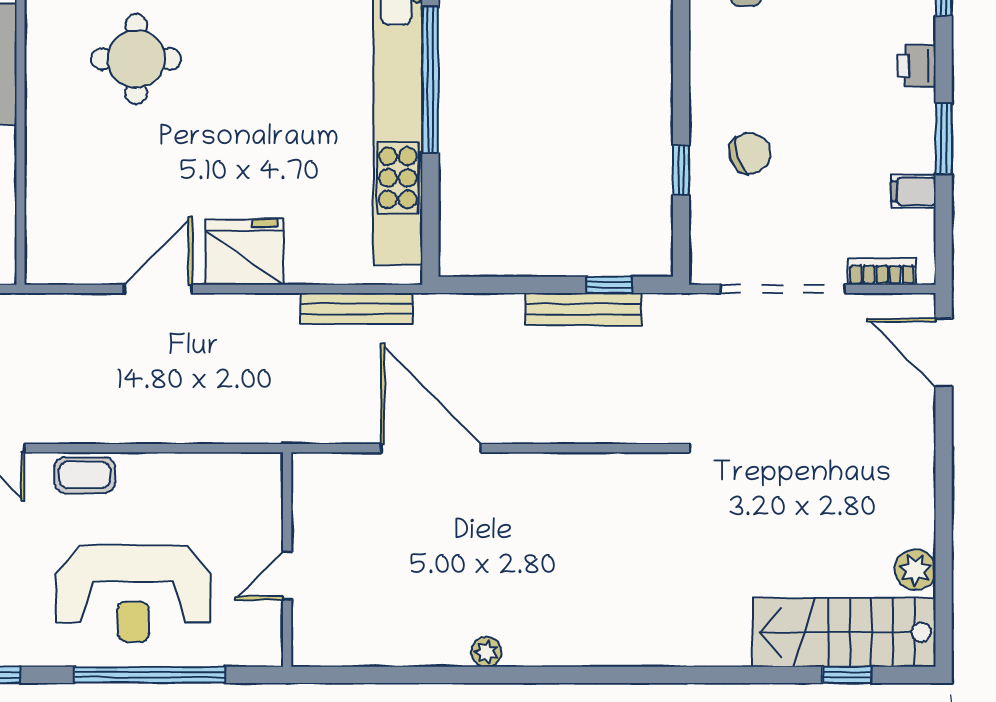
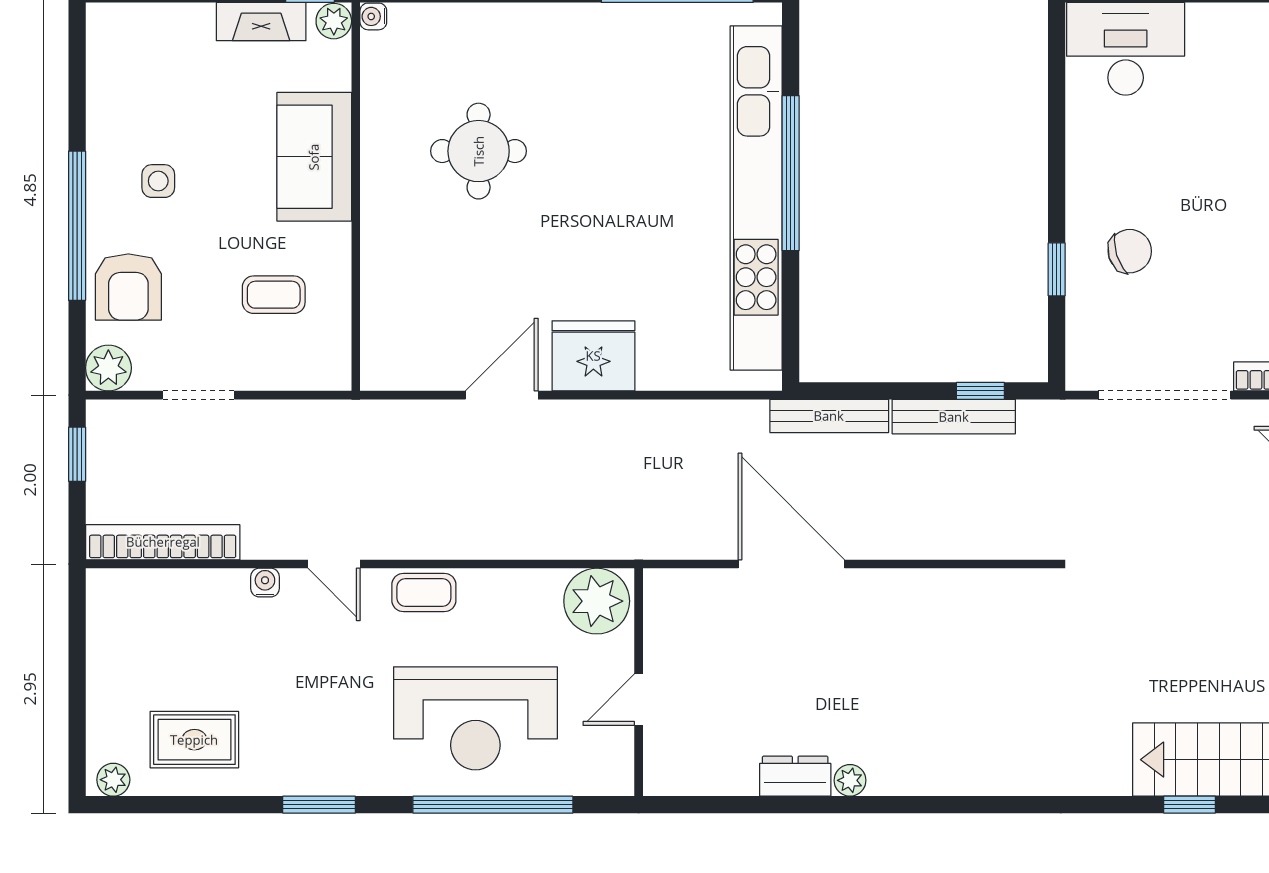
bench: (356, 309) -> (829, 416), moved
plant: (248, 483) -> (597, 601), added
dresser: (435, 648) -> (795, 776), added
window: (847, 675) -> (1190, 805), moved

